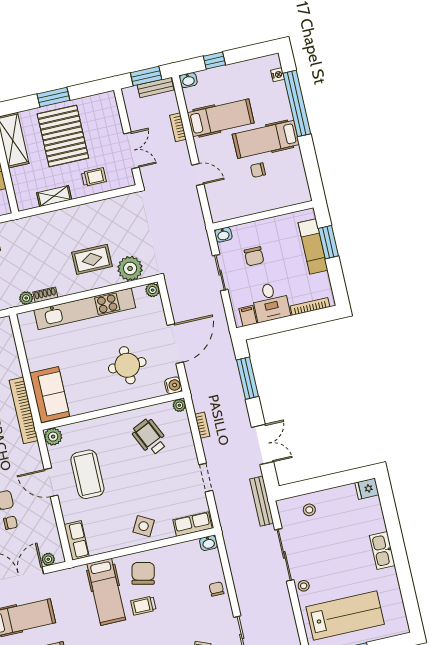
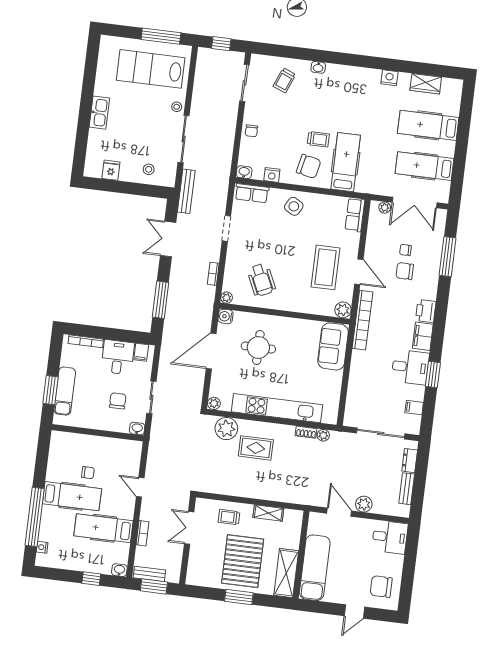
bookcase: (24, 410) -> (362, 320), moved
fridge: (367, 489) -> (111, 170), moved, turned -90
nightstand: (178, 551) -> (272, 175), added
chair: (143, 573) -> (309, 166), turned -91

